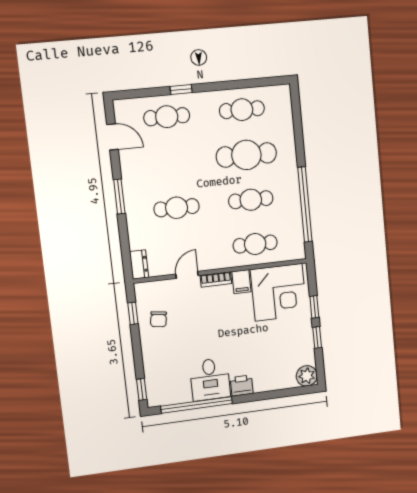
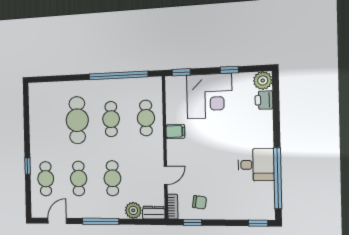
cafe table: (242, 110) -> (79, 178), moved
window: (119, 197) -> (101, 221), width x1.44
plant: (139, 238) -> (133, 210), added
door: (187, 275) -> (166, 175), swing flipped
bookcase: (216, 279) -> (173, 207), moved
corner desk: (279, 292) -> (209, 96), moved, turned 90
window: (314, 307) -> (181, 72), moved
printer: (242, 386) -> (264, 100), moved

